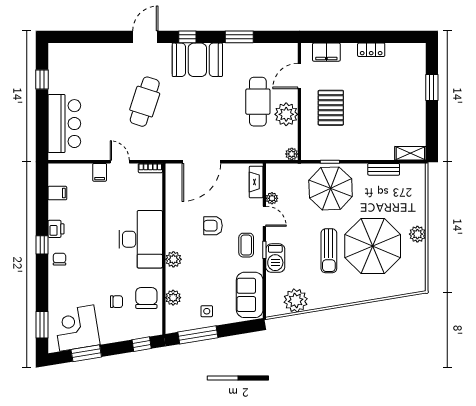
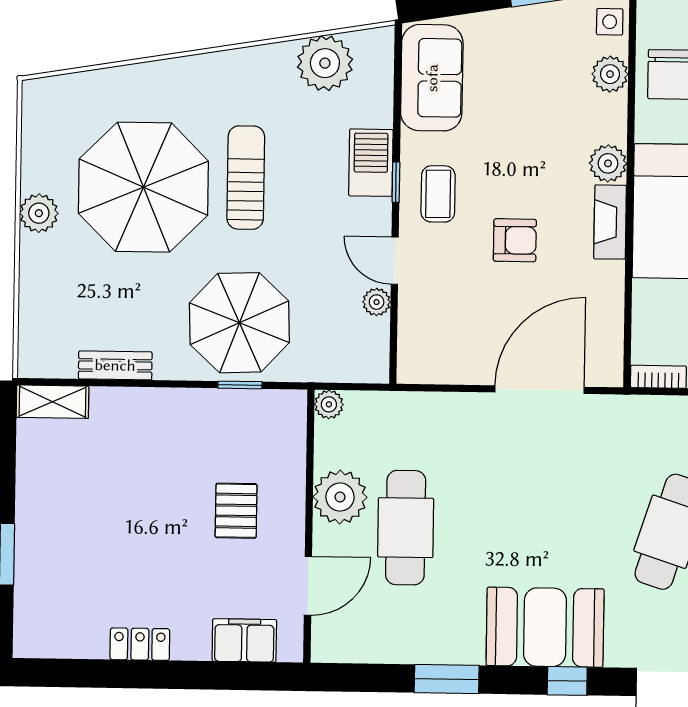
pallet: (331, 108) -> (236, 511), width x0.67, depth x0.71
fireplace: (256, 182) -> (610, 222), moved, turned 180
side table: (207, 311) -> (610, 22), moved

